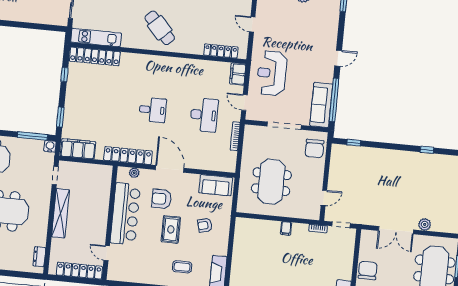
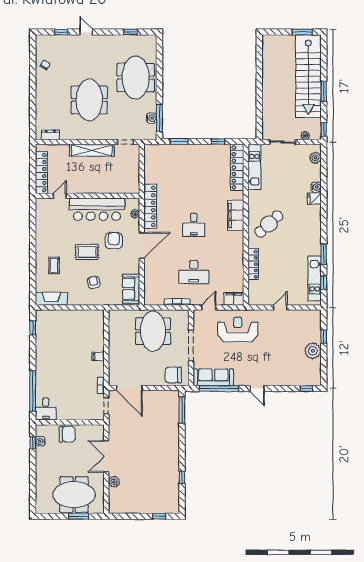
locker: (221, 51) -> (253, 264), moved
window: (354, 143) -> (182, 410), width x2.17
water cooler: (50, 146) -> (152, 118), moved
filing cabinet: (78, 149) -> (236, 215), moved, turned 180
meeting table: (271, 182) -> (153, 331), moved, turned 90
door: (324, 198) -> (129, 388), width x1.88

